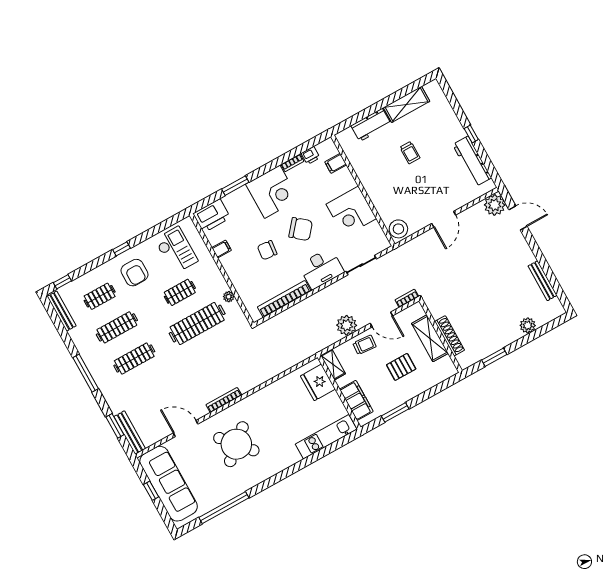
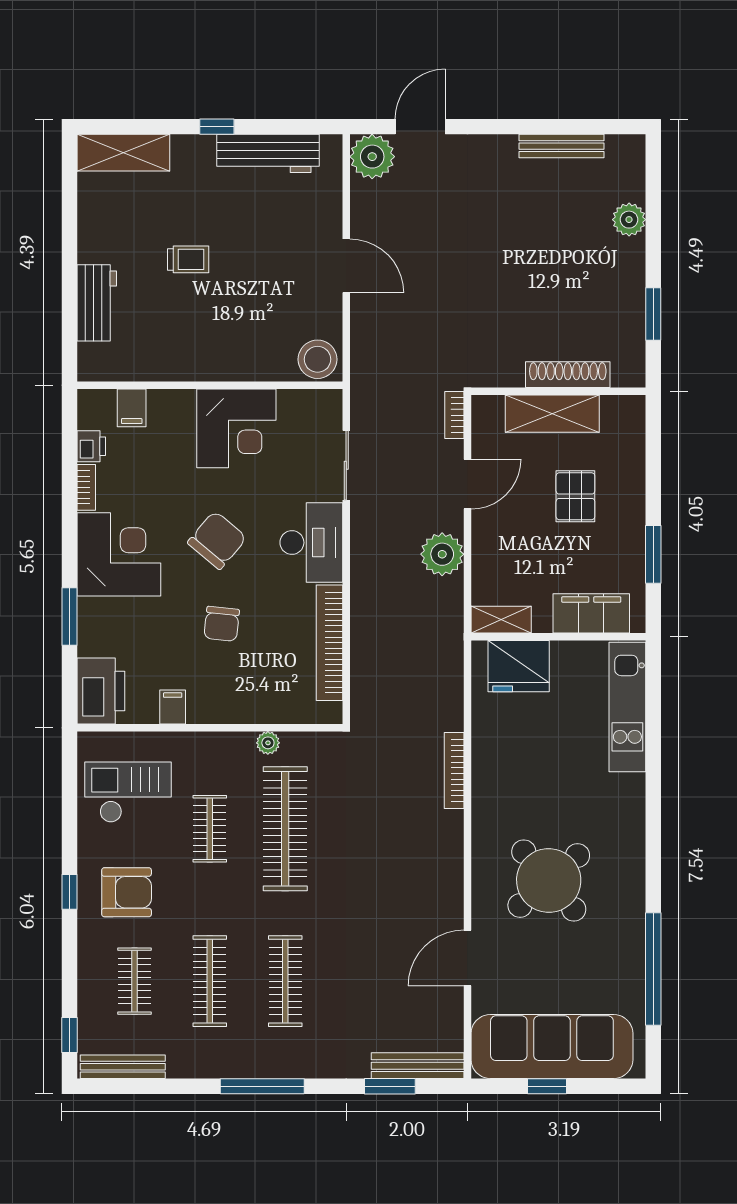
shelving: (407, 104) -> (123, 153), moved, turned 90
trolley: (364, 345) -> (497, 541), removed
bookcase: (224, 400) -> (454, 771), moved

